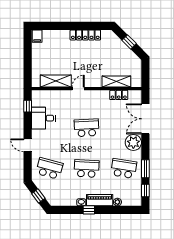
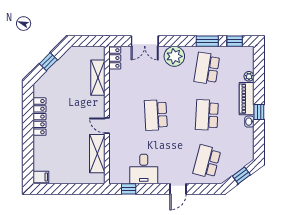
locker: (119, 95) -> (115, 58), moved
double door: (145, 119) -> (145, 41), width x0.73

